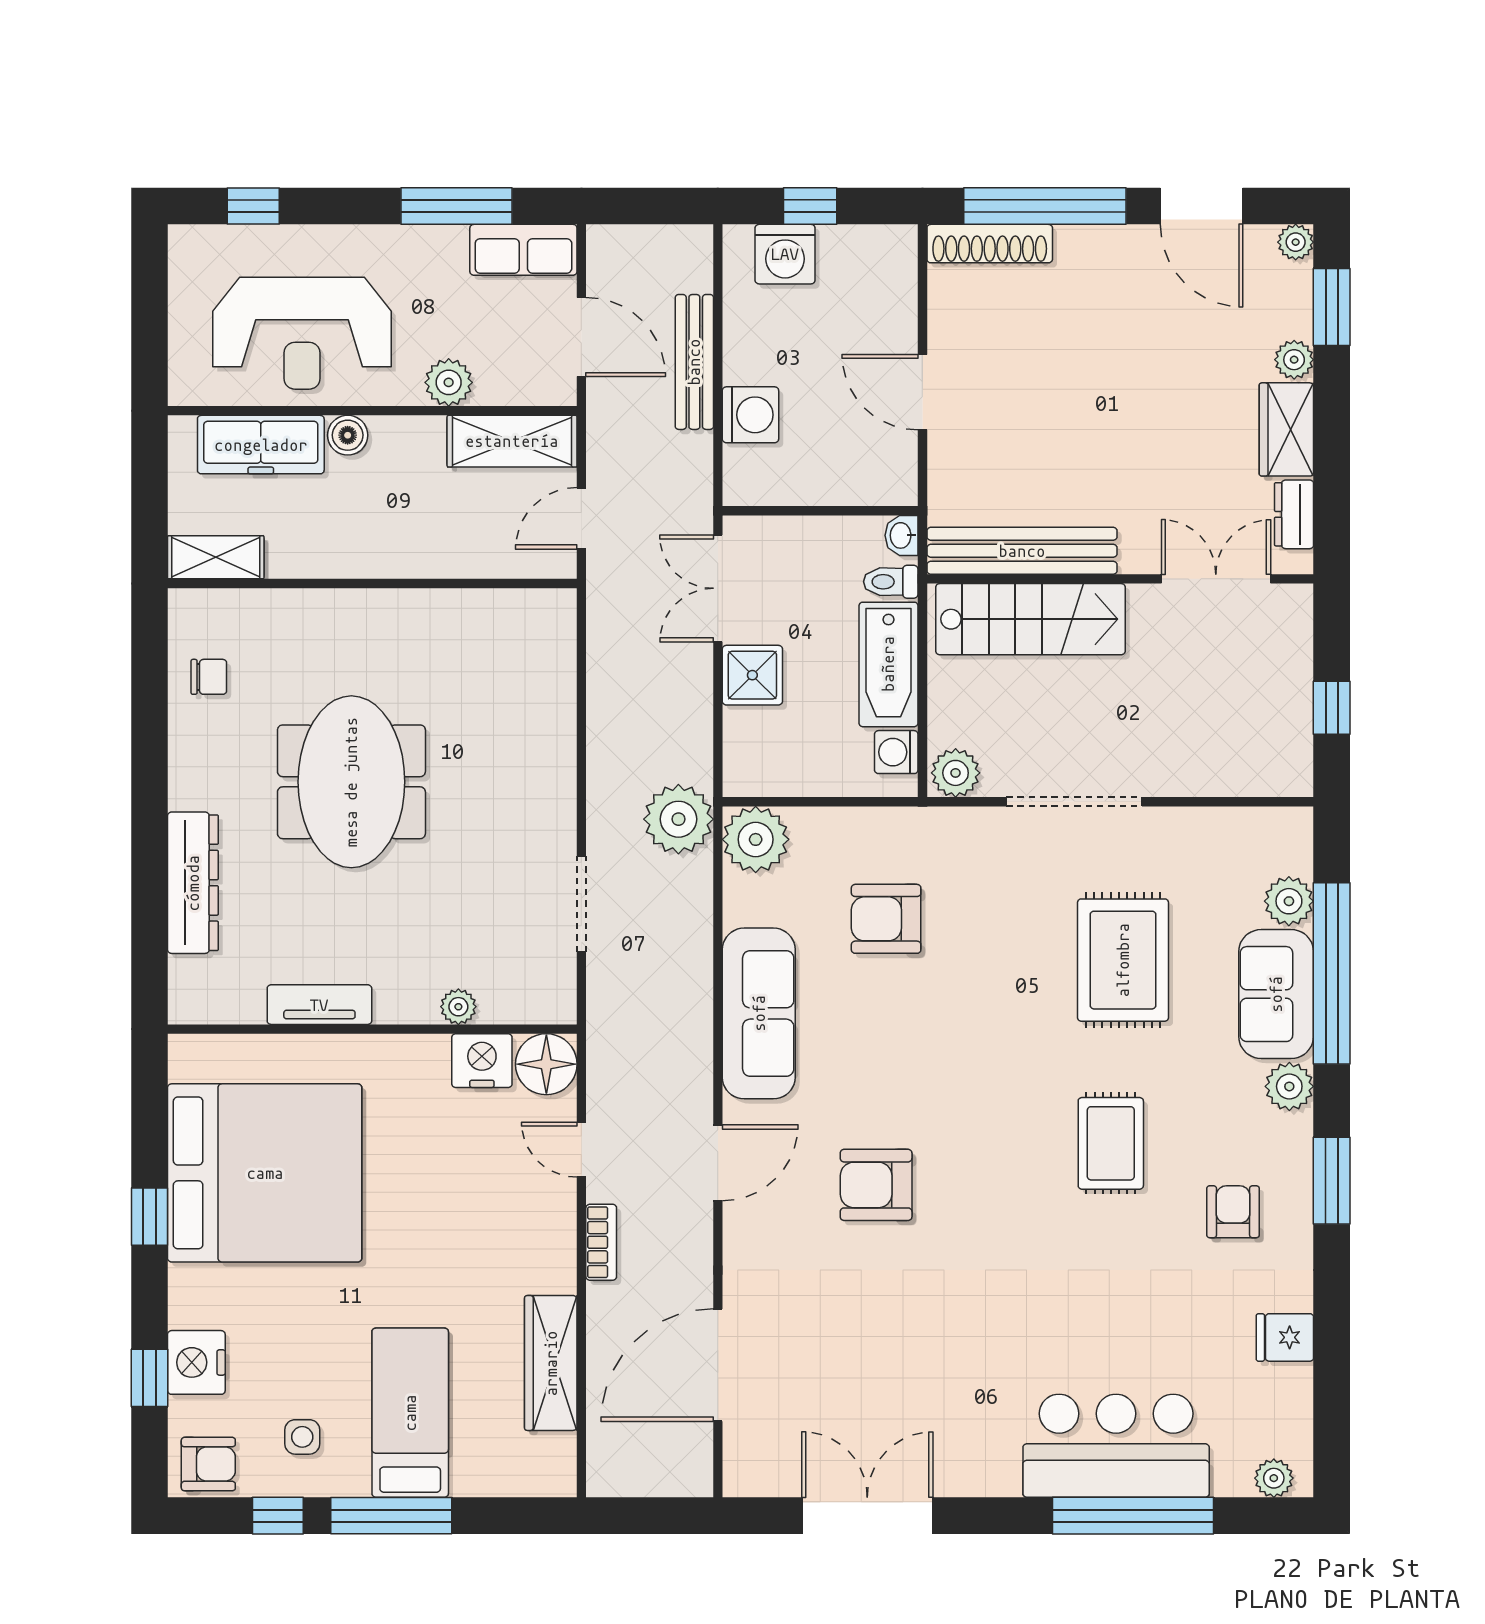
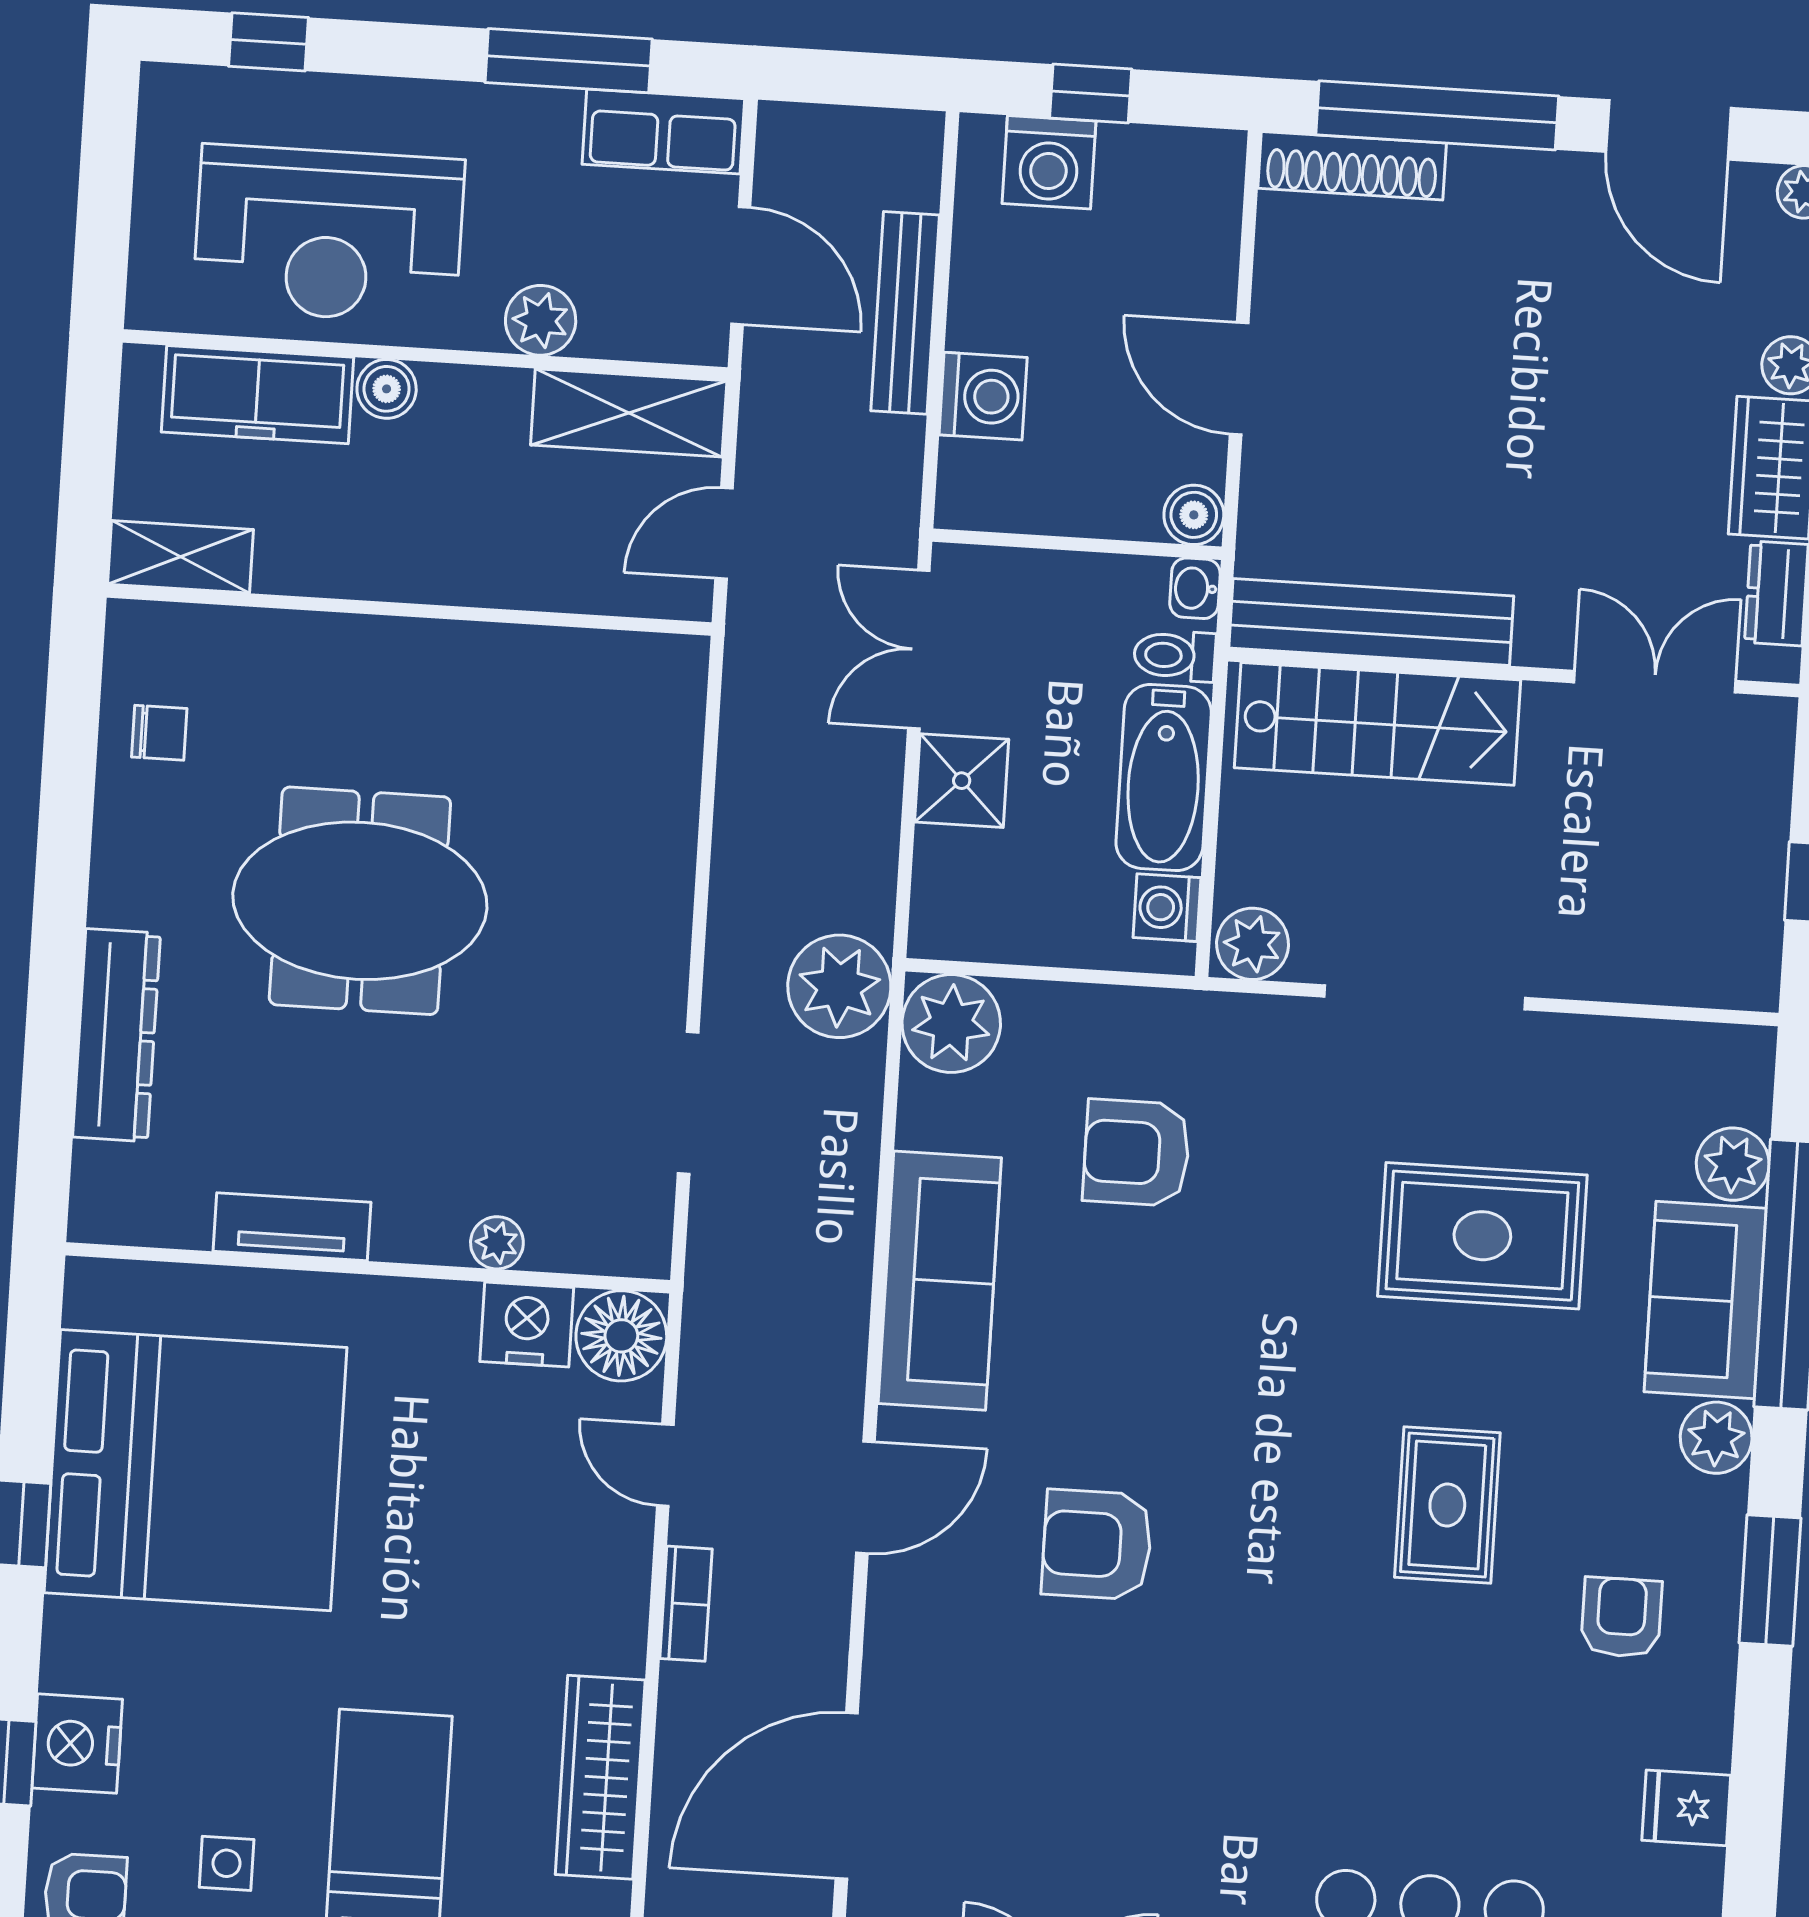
boiler: (898, 486) -> (1194, 515), added
meeting table: (351, 782) -> (360, 901), turned 90
rug: (1123, 960) -> (1482, 1236), turned 90

